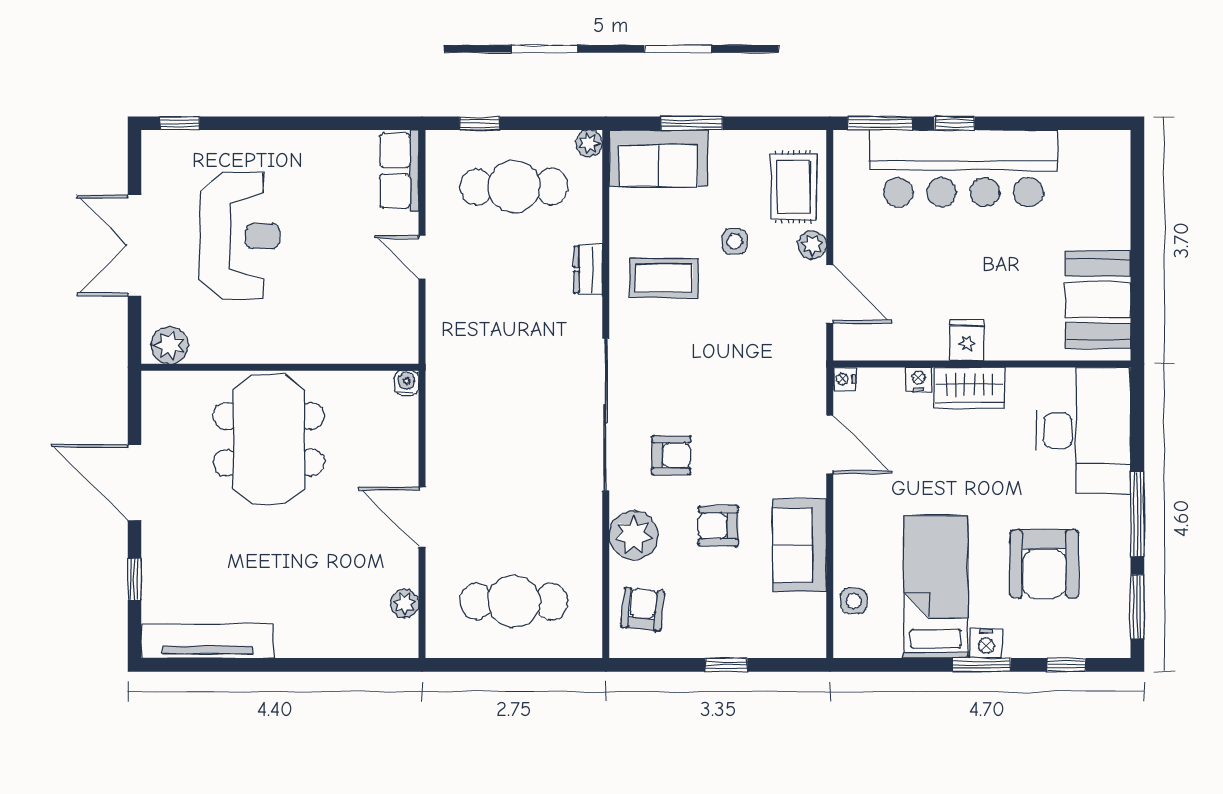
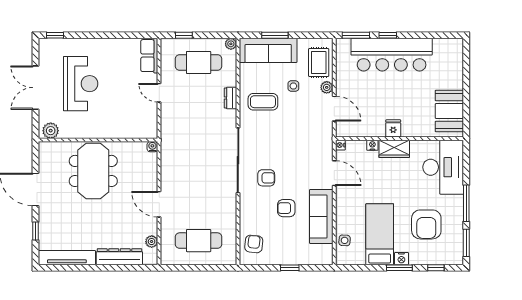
sofa: (658, 158) -> (268, 50), width x1.36
plant: (634, 535) -> (250, 212), removed
sofa: (800, 545) -> (321, 216), width x1.36
dresser: (330, 639) -> (119, 257), added

